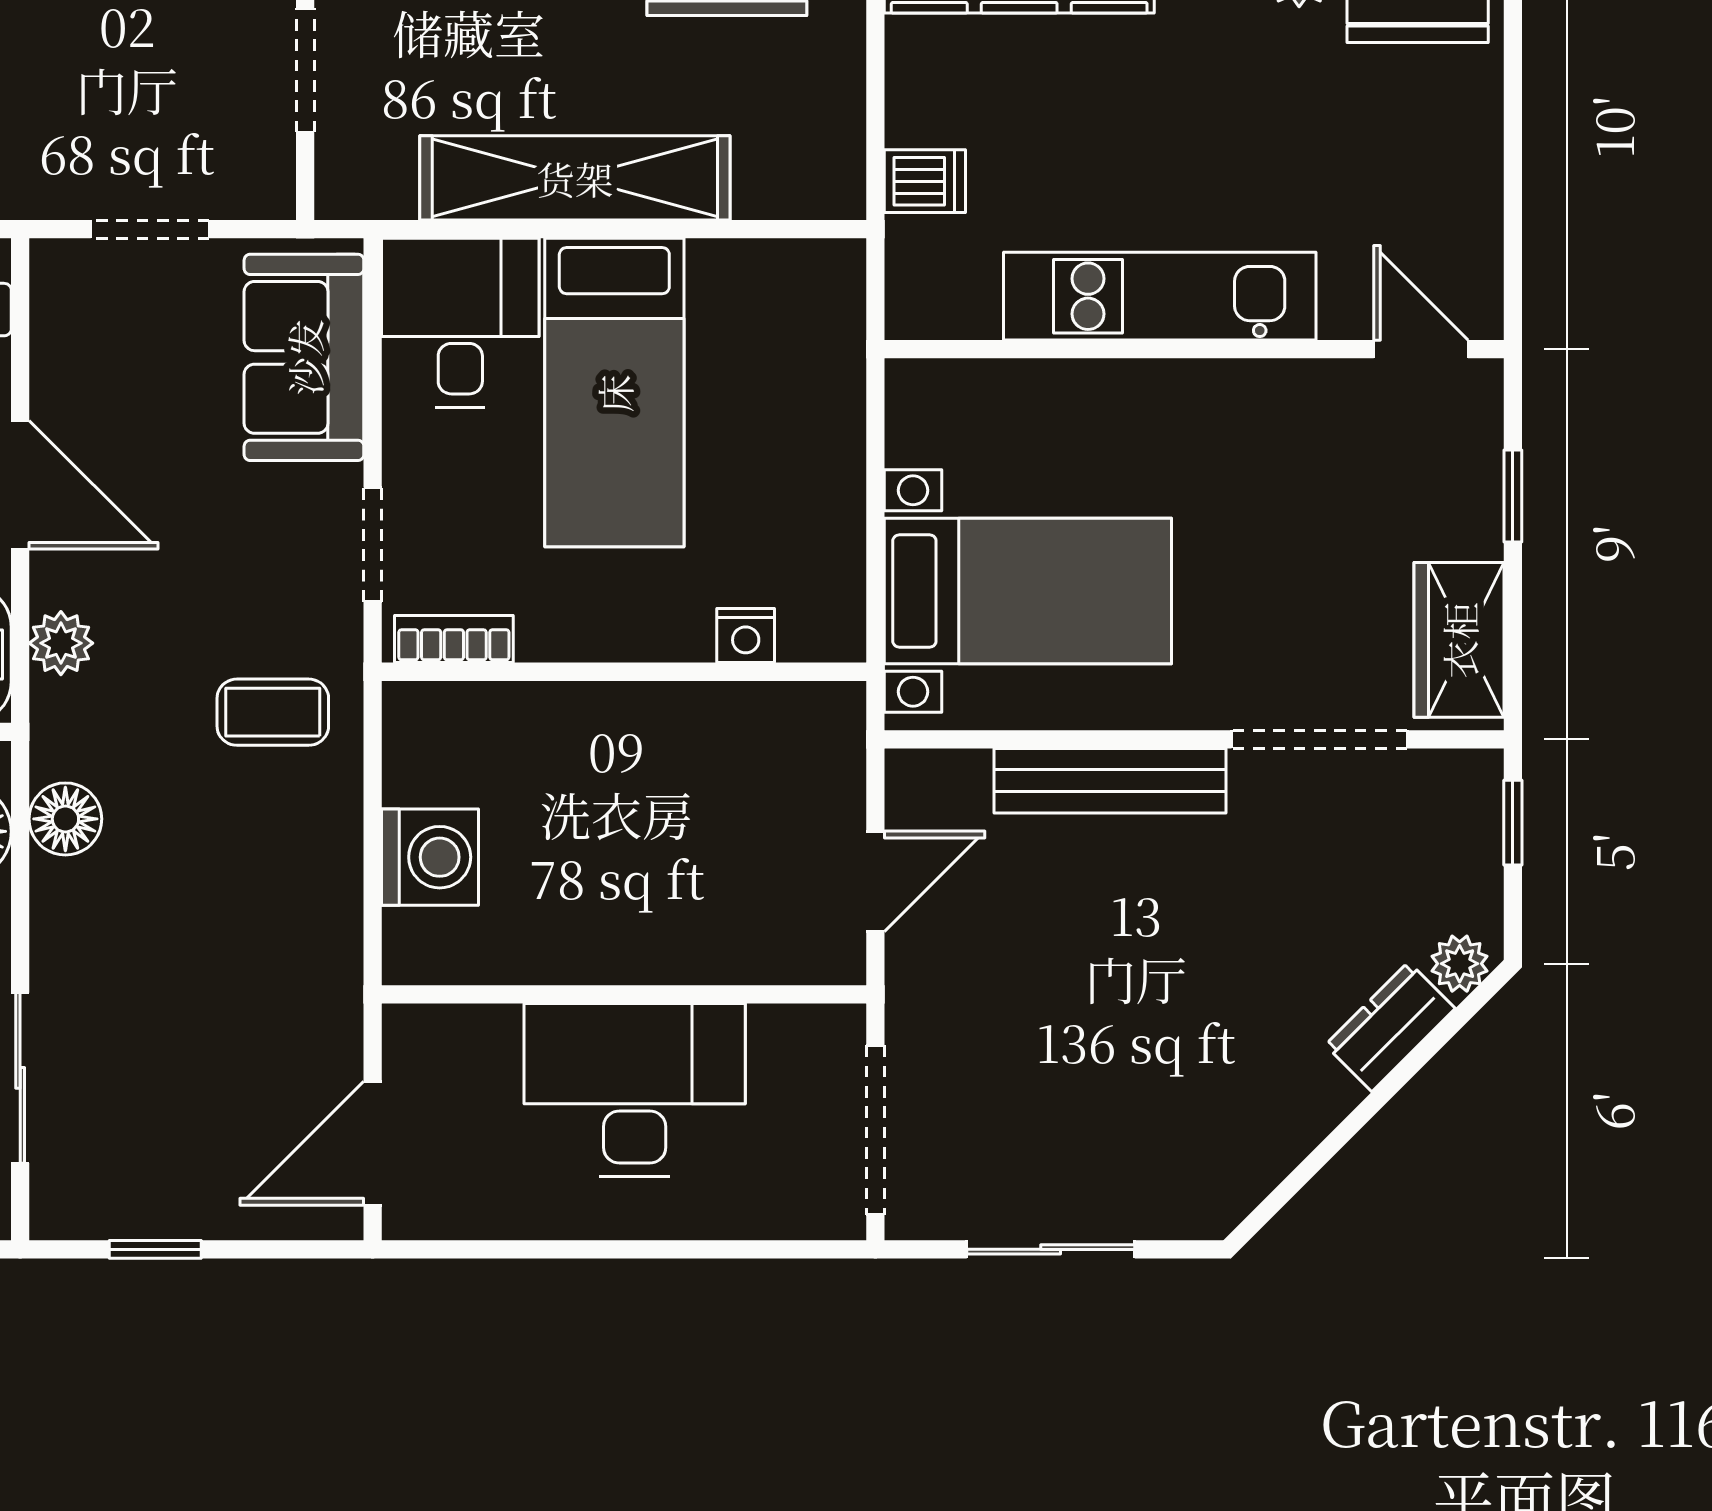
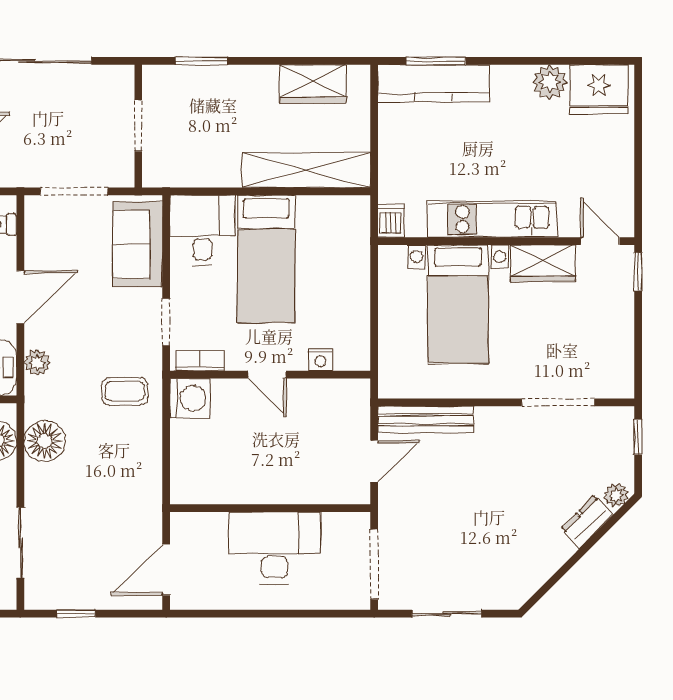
shelving: (575, 178) -> (306, 170), moved
dishwasher: (925, 181) -> (391, 221), moved, turned -90
doorway: (150, 229) -> (74, 191), width x1.38
door: (20, 485) -> (20, 297), hinge flipped
window: (1513, 496) -> (638, 272), moved
bed with nightstands: (1028, 591) -> (458, 304), moved, turned 90
wardrobe: (1459, 640) -> (543, 263), moved, turned -90
door: (616, 672) -> (267, 375), added
bench: (1110, 781) -> (426, 420), moved
floor lamp: (65, 819) -> (45, 441), width x1.38, depth x1.38
washing machine: (430, 857) -> (190, 398), moved

